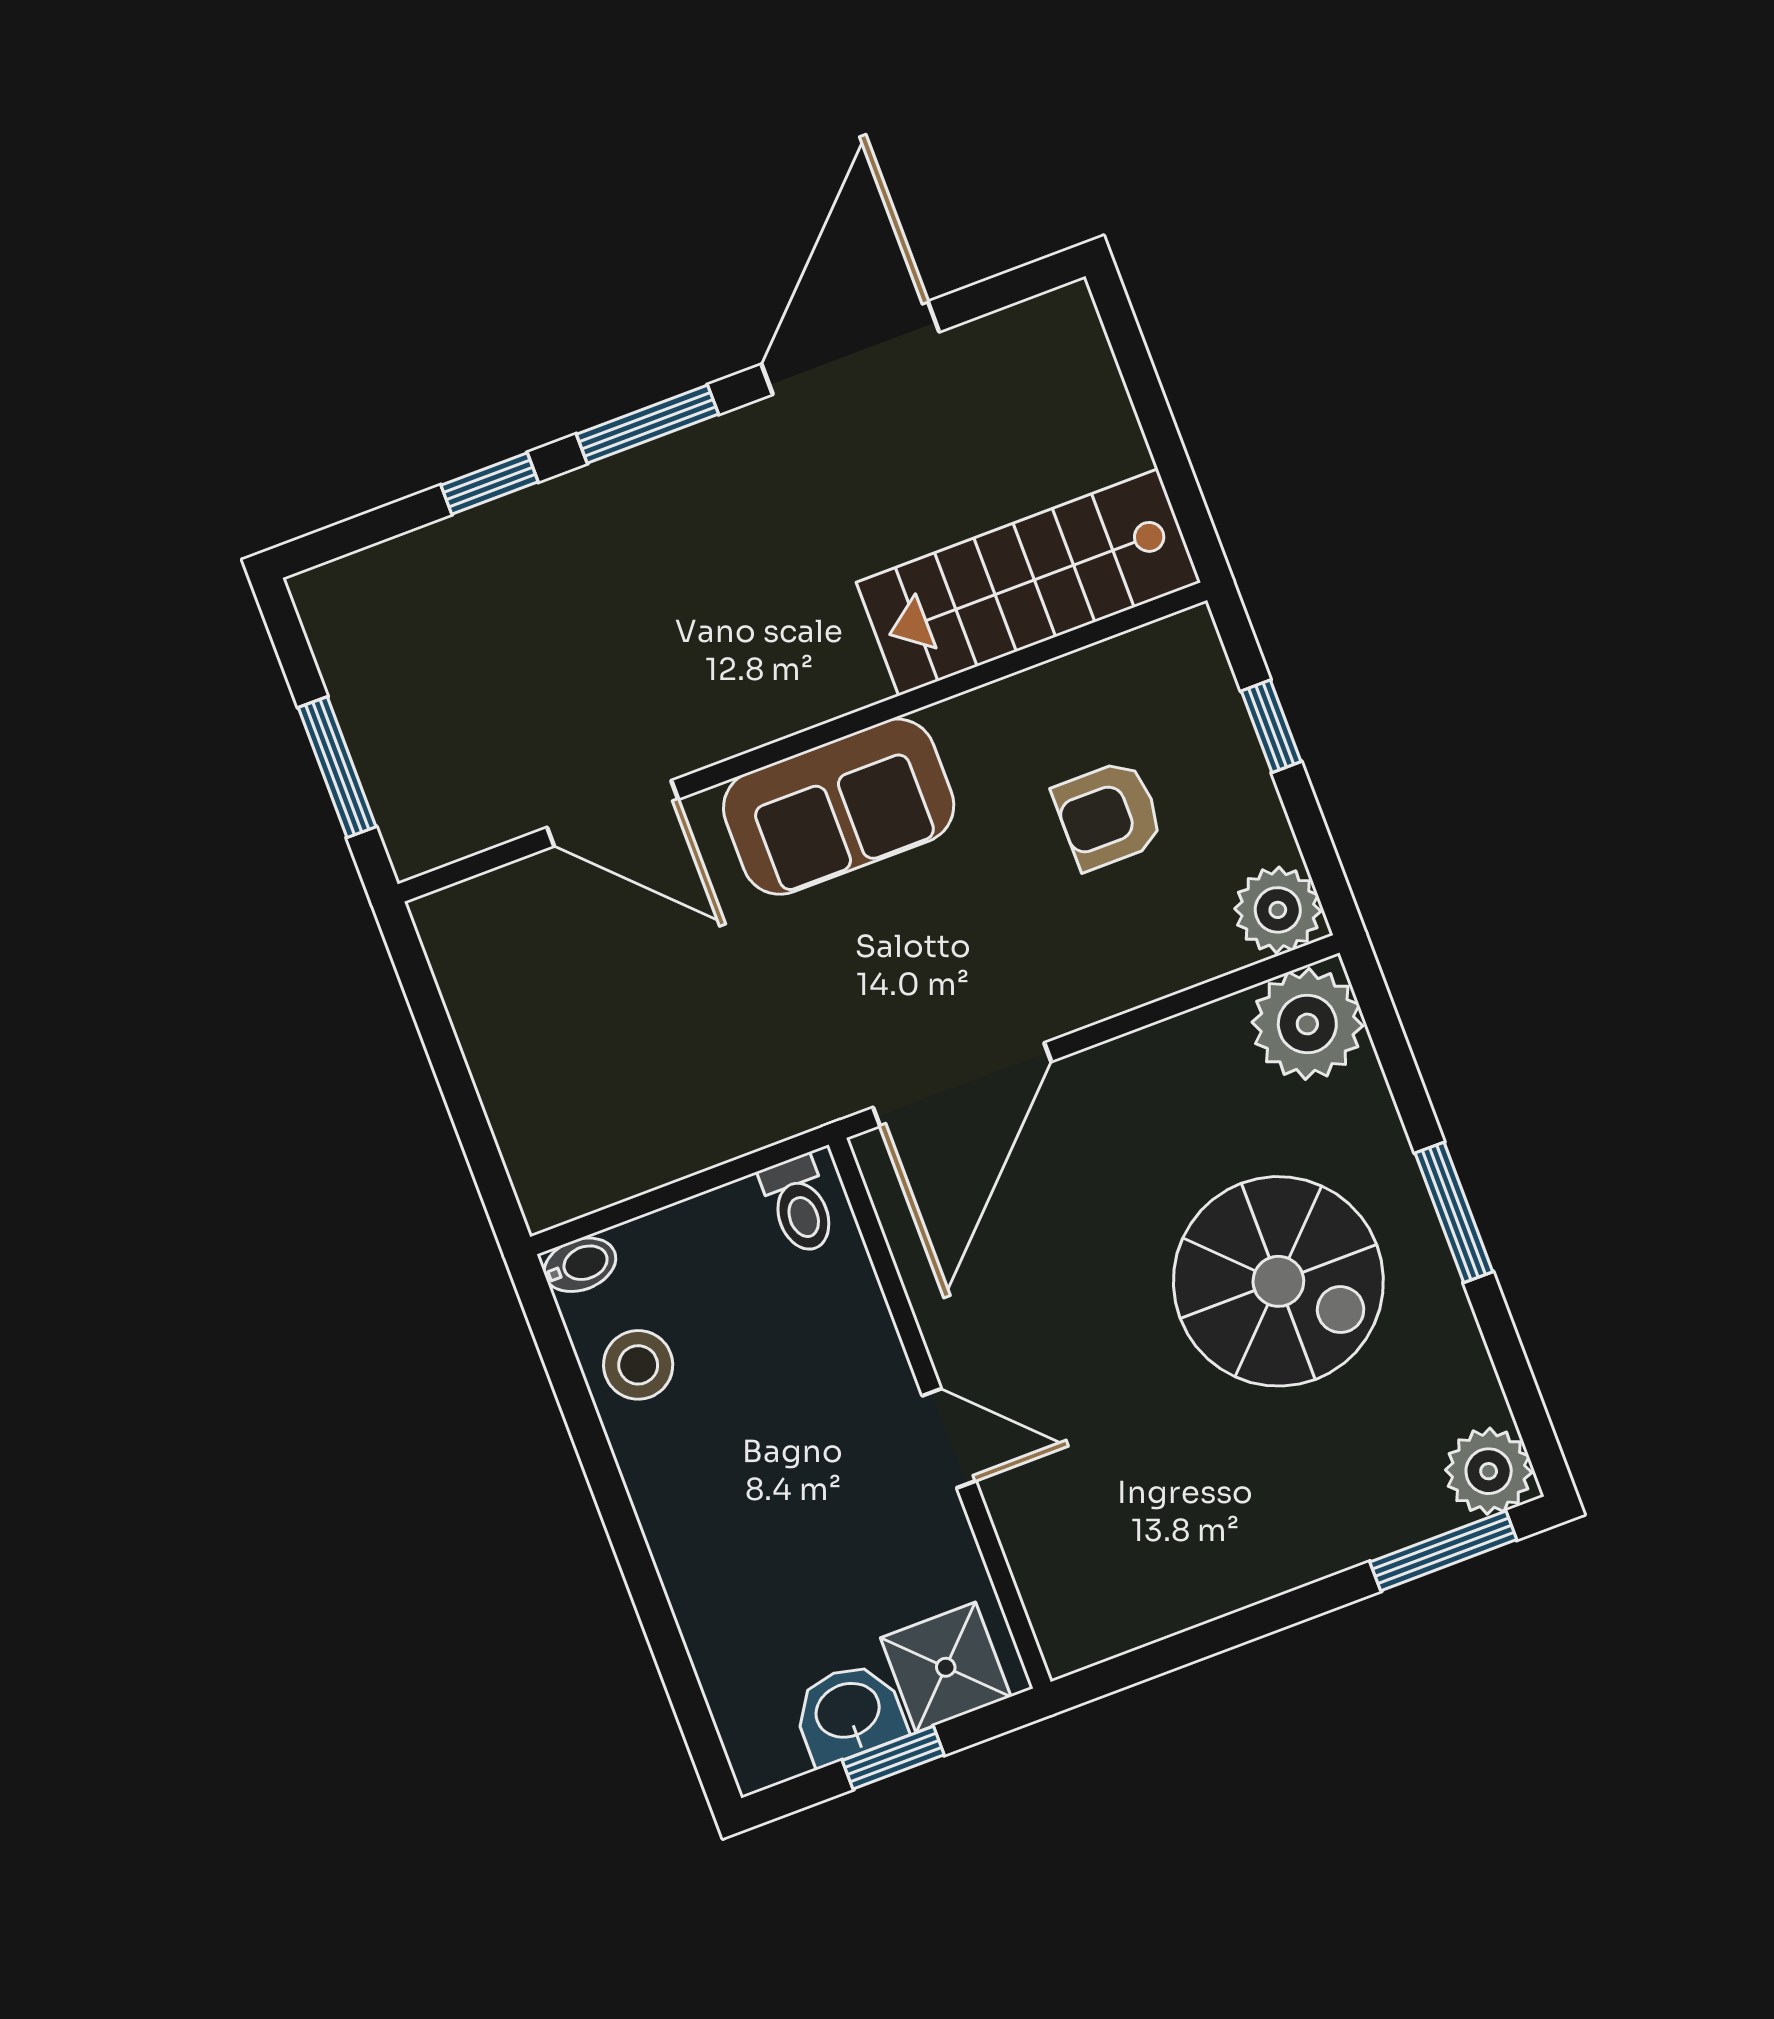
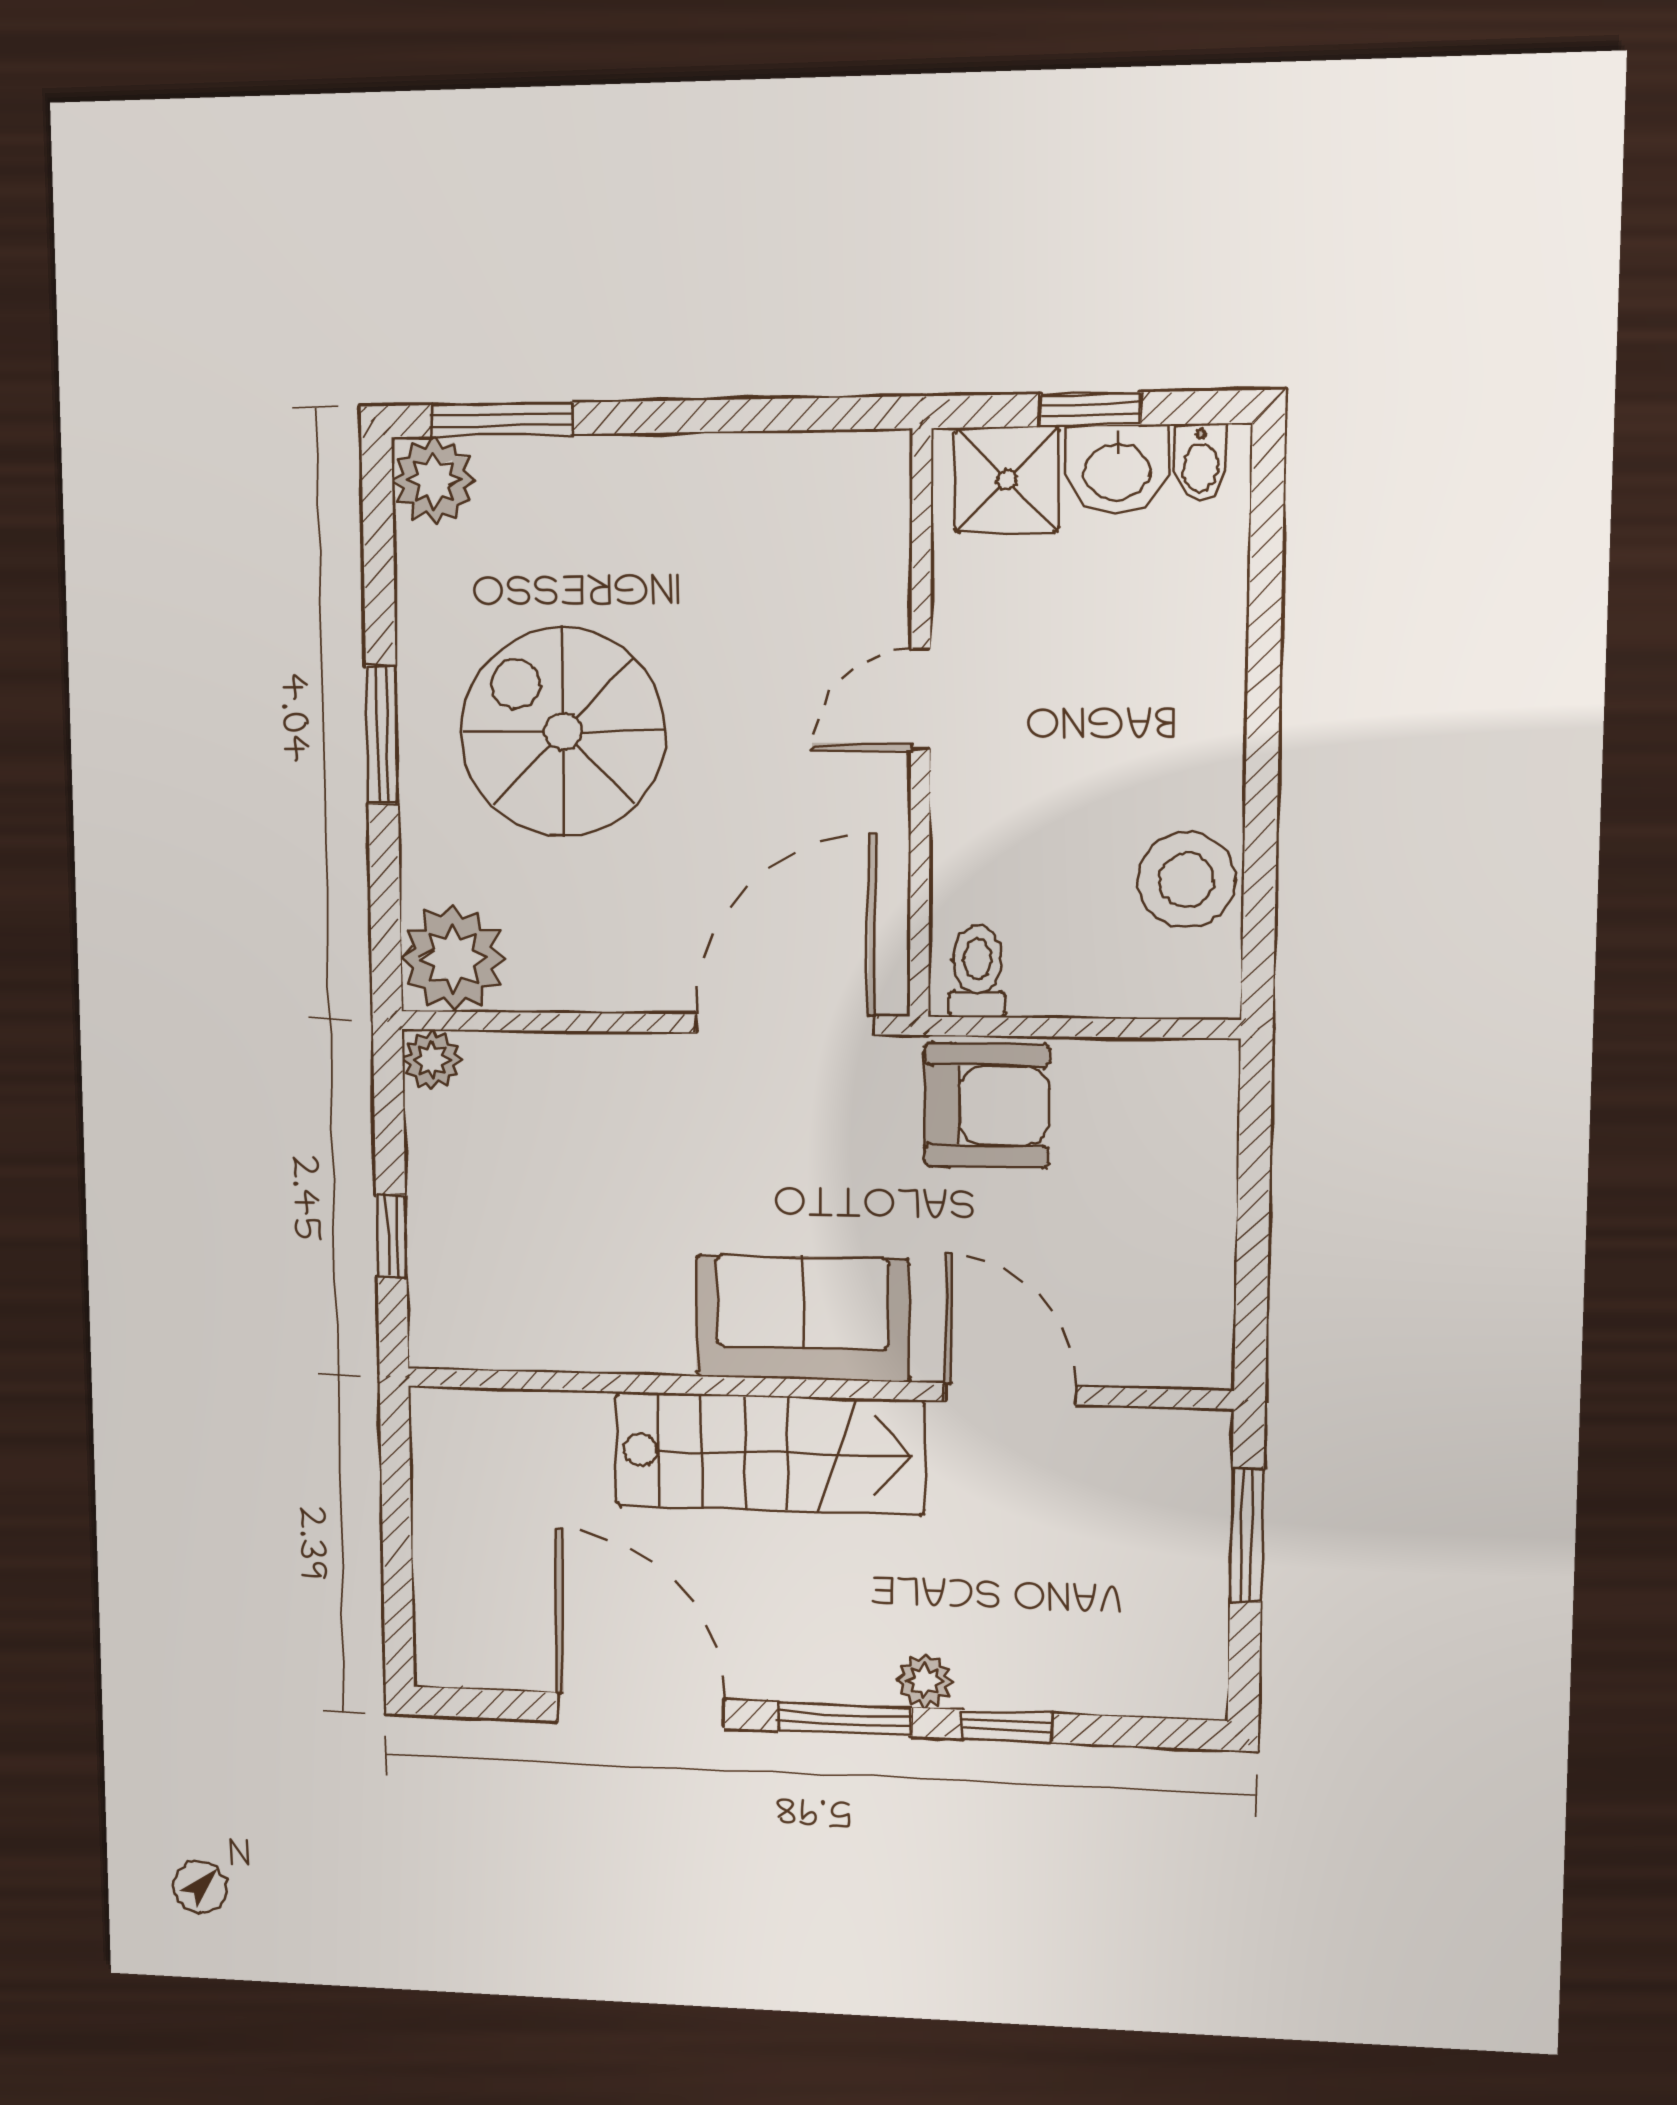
door: (850, 348) -> (641, 1710), swing flipped
plant: (585, 496) -> (925, 1681), added
stairs: (1028, 582) -> (769, 1453), moved
armchair: (1108, 815) -> (986, 1105), moved, width x1.38, depth x1.38
plant: (1278, 910) -> (432, 1060), width x0.73, depth x0.73
bidet: (580, 1265) -> (1201, 462), moved, turned -90
stool: (638, 1365) -> (1187, 880), width x1.38, depth x1.38
door: (949, 1438) -> (921, 699), hinge flipped

